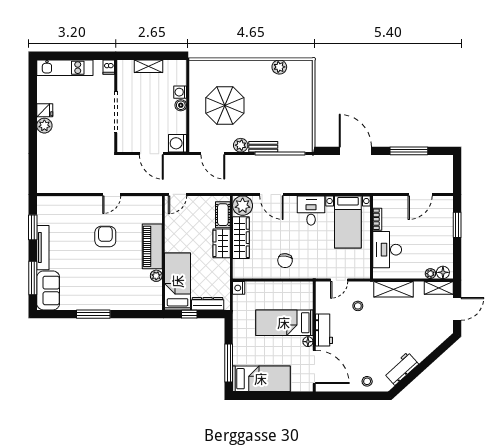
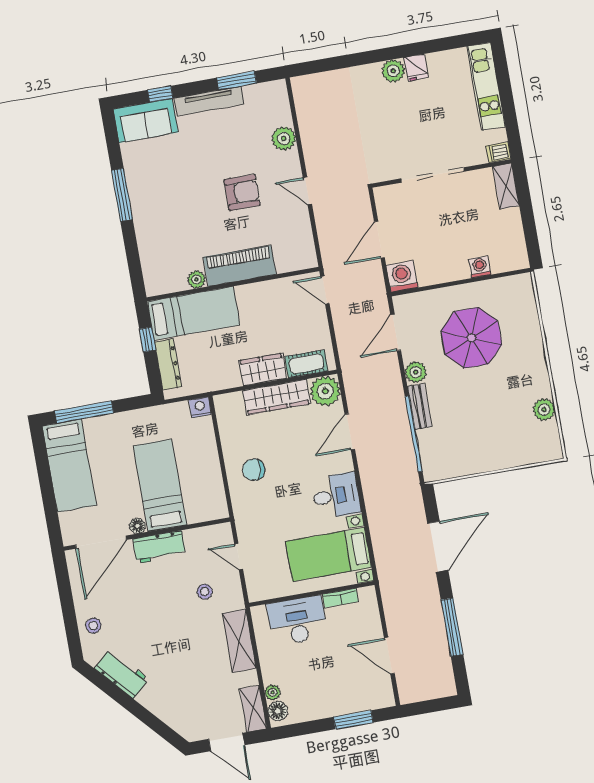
shelving: (149, 66) -> (506, 186), moved
boiler: (181, 105) -> (460, 271), removed
plant: (75, 204) -> (284, 139), added
window: (33, 278) -> (160, 94), width x0.46

